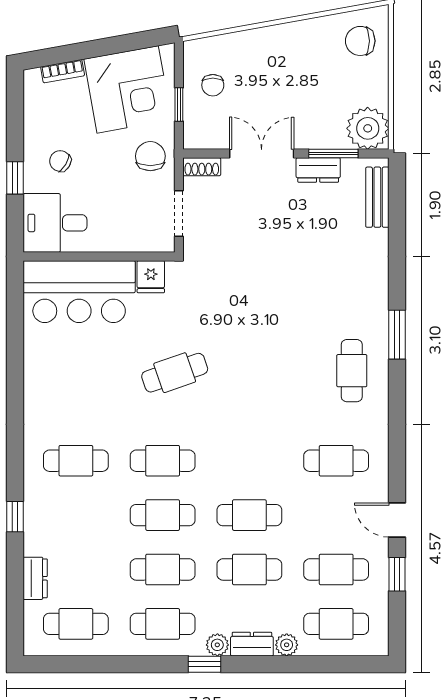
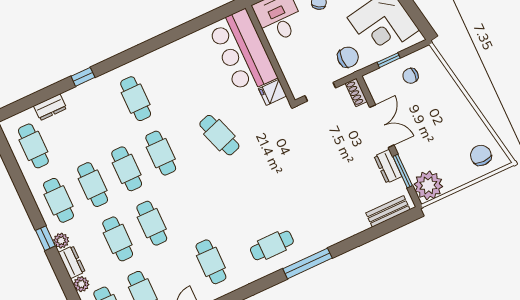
window: (397, 335) -> (308, 263), width x1.44

